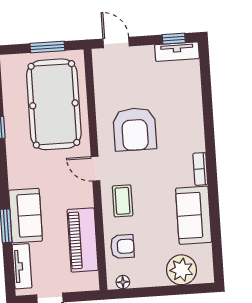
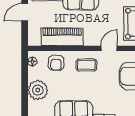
plant: (182, 270) -> (38, 90), moved

